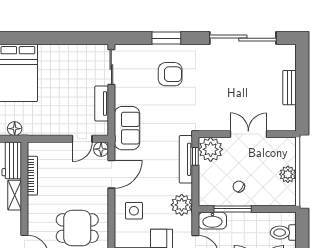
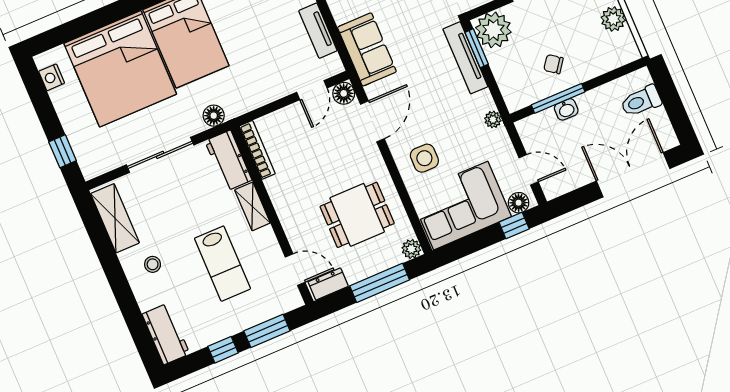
window: (195, 156) -> (477, 48), width x1.50
bookcase: (32, 176) -> (257, 150), moved
plant: (182, 205) -> (493, 120), width x0.53, depth x0.53
washbasin: (212, 221) -> (566, 109), moved, width x0.52, depth x0.69

